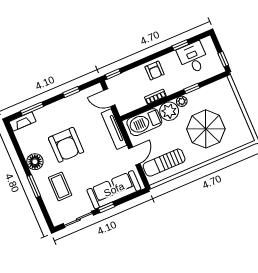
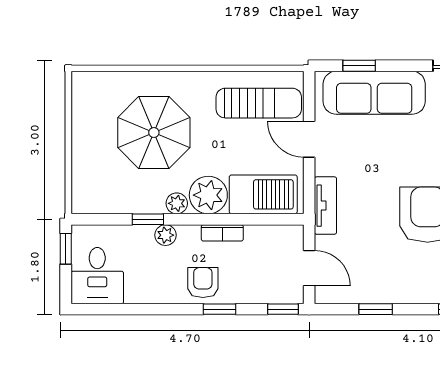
window: (180, 45) -> (220, 309), moved
desk: (193, 58) -> (97, 276), moved
plant: (181, 85) -> (165, 235), added
tv unit: (114, 129) -> (325, 206), width x0.71
door: (134, 156) -> (309, 139), hinge flipped
window: (106, 207) -> (359, 66), moved

